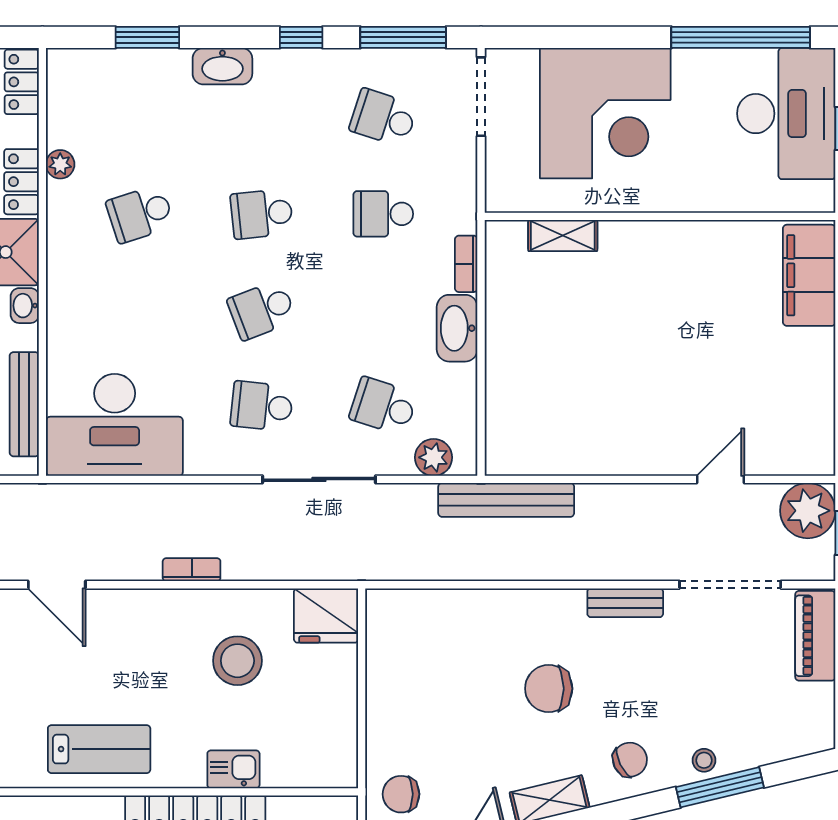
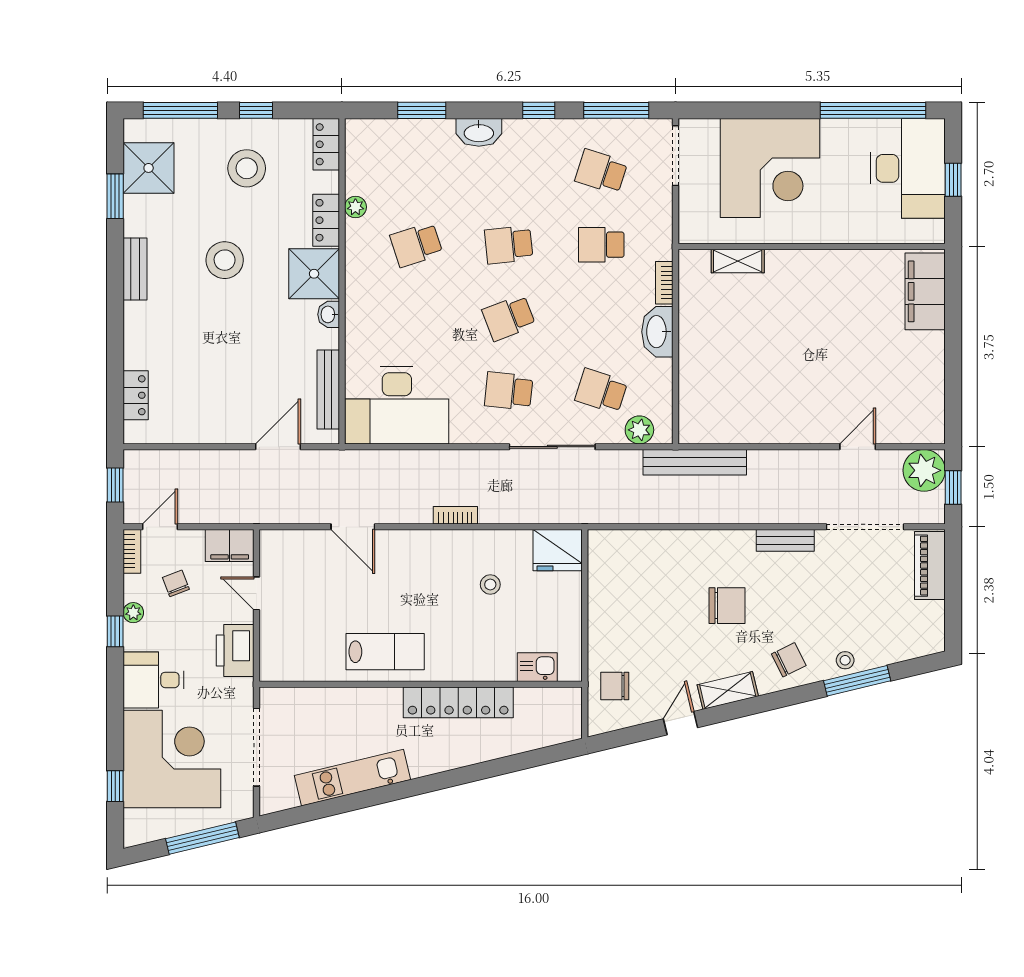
stool: (237, 661) -> (490, 585), width x0.53, depth x0.53
chair: (549, 689) -> (727, 606), turned 180
kitchen sink: (233, 769) -> (537, 667), moved

